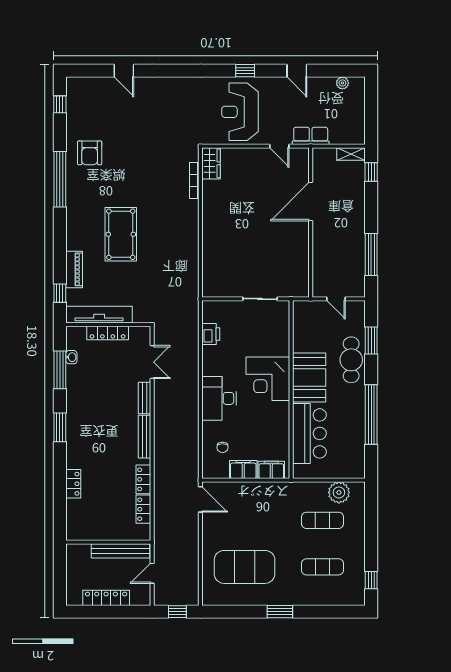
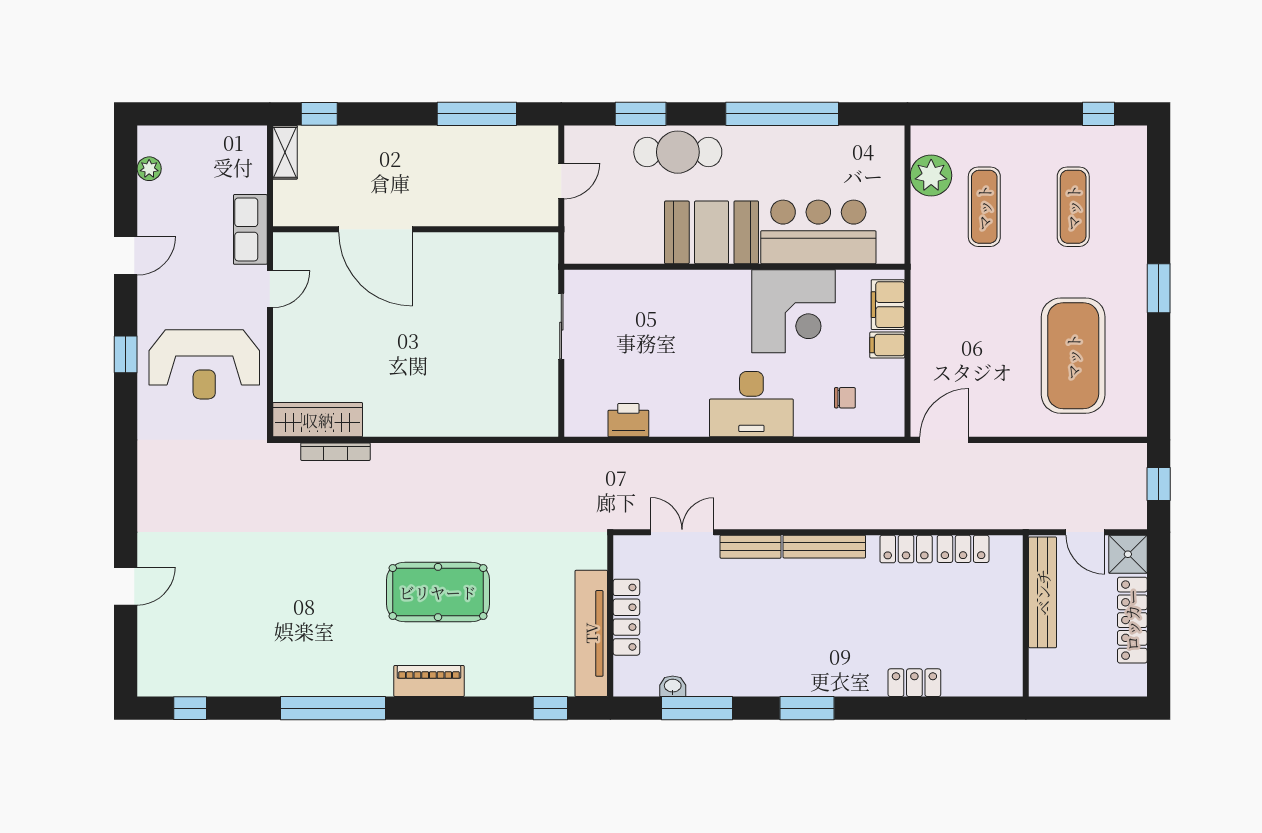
armchair: (90, 153) -> (283, 651), removed
wardrobe: (211, 163) -> (318, 420), width x1.50
piano: (74, 269) -> (429, 681), moved
corner desk: (268, 379) -> (793, 311), moved
filing cabinet: (243, 470) -> (887, 345), width x0.50
shower: (141, 596) -> (1128, 554), added

